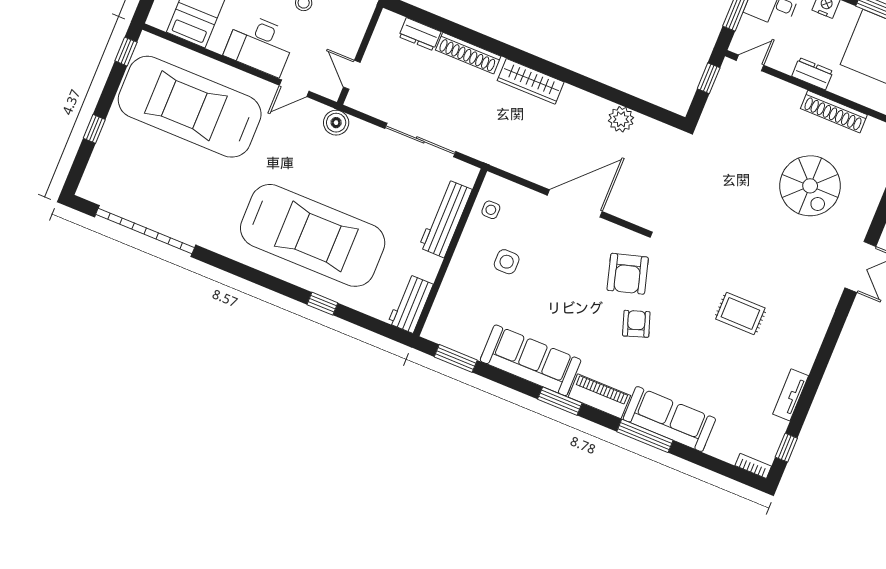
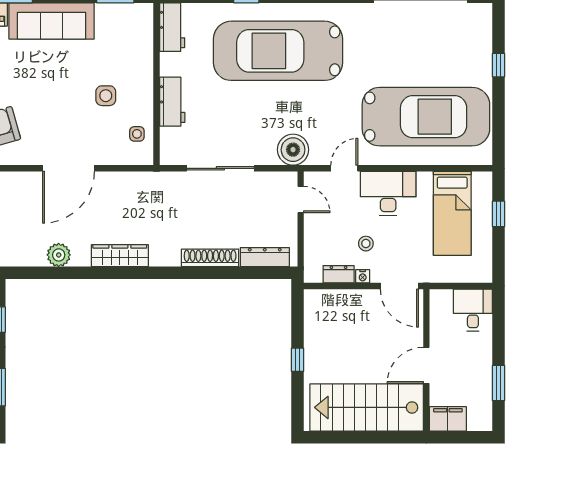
dresser: (420, 34) -> (265, 257), width x1.44
window: (126, 52) -> (498, 141), removed
wardrobe: (531, 81) -> (120, 256), moved
boiler: (336, 123) -> (293, 150), width x1.37, depth x1.37
workbench: (445, 218) -> (172, 102), width x0.73

